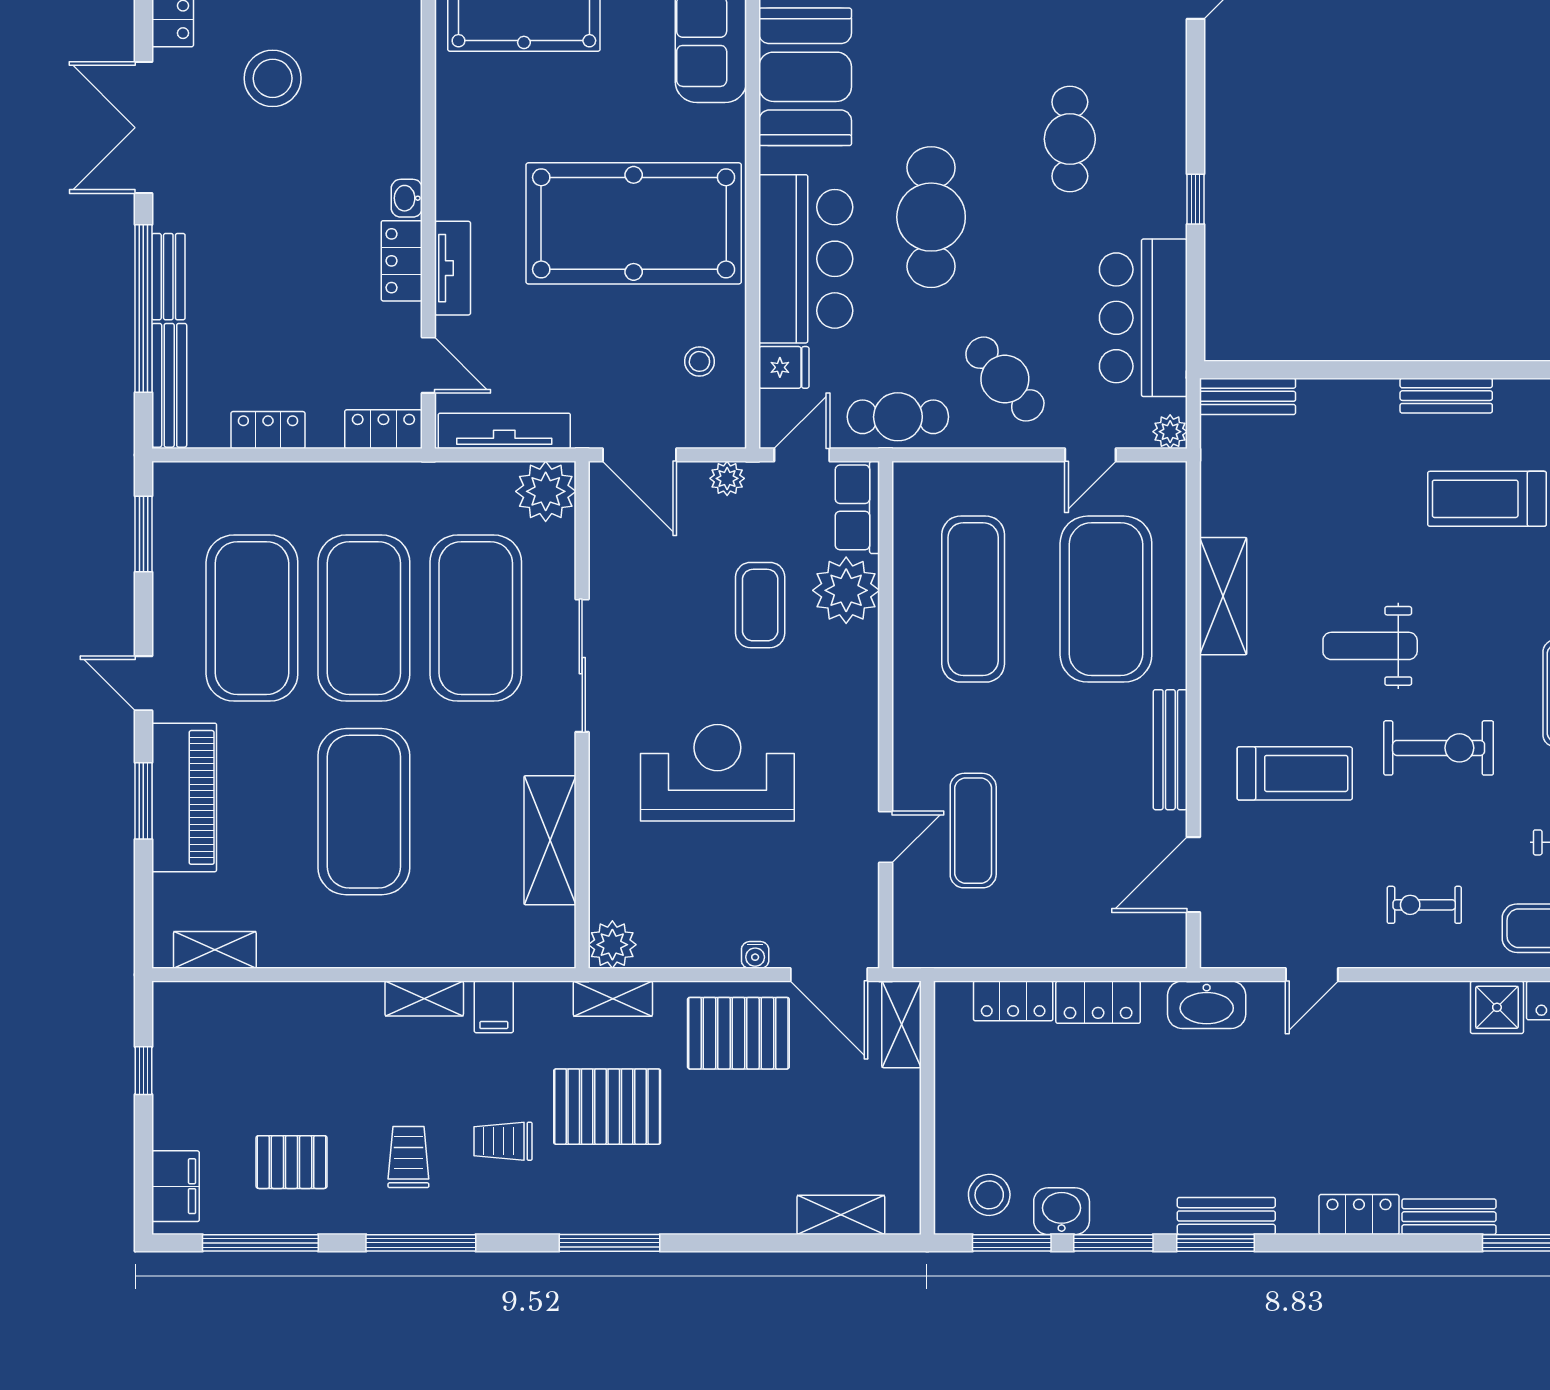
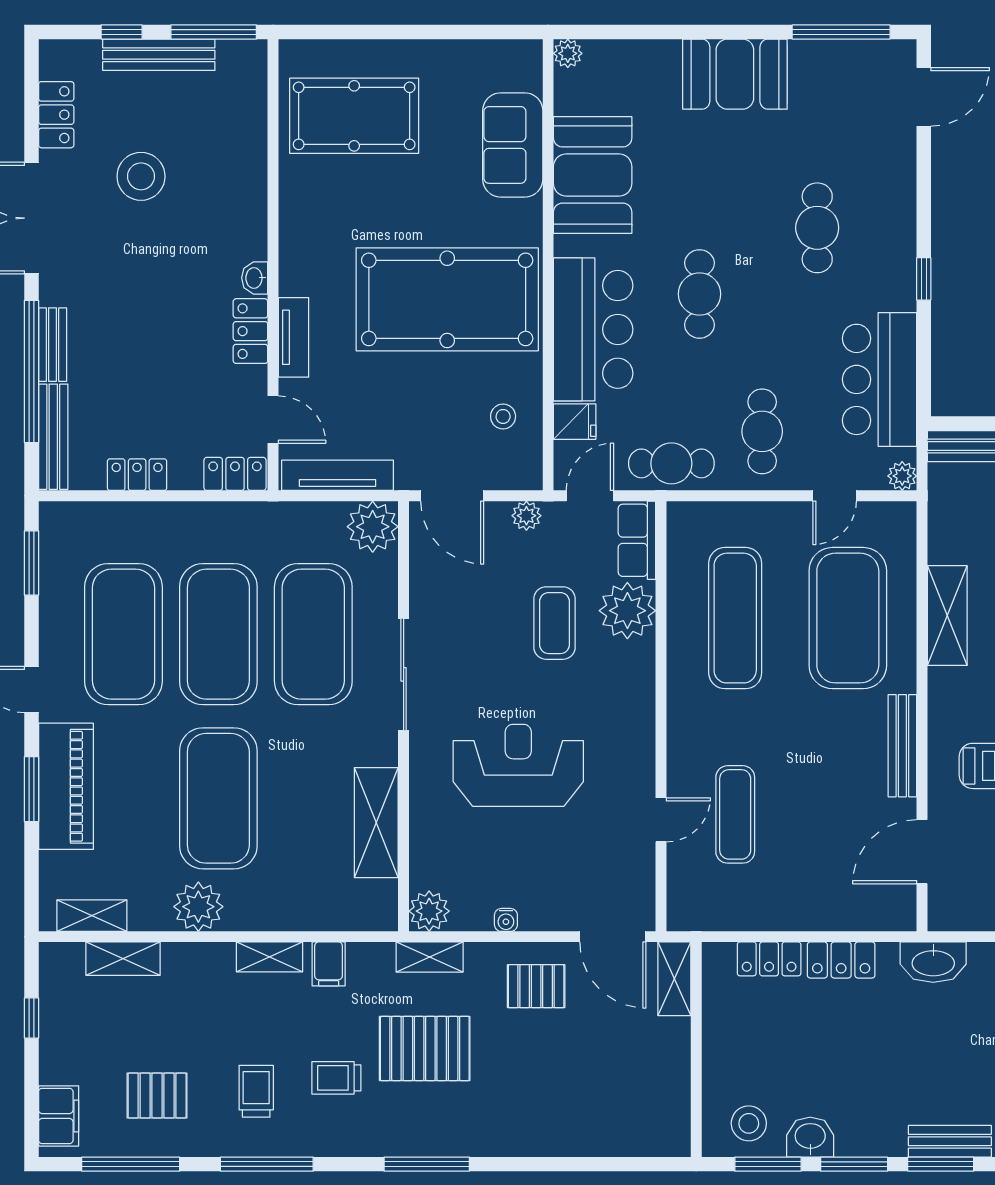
cafe table: (931, 217) -> (700, 294), width x0.73, depth x0.74
cafe table: (1005, 379) -> (762, 431), turned 41
plant: (340, 939) -> (198, 907), added
water cooler: (755, 955) -> (506, 920), moved
pallet: (738, 1033) -> (536, 986), width x0.67, depth x0.71
shelving: (841, 1215) -> (123, 959), moved

